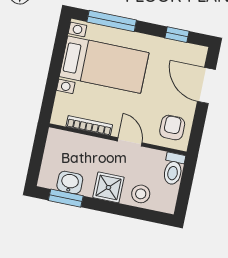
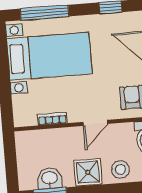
bookcase: (89, 126) -> (52, 119), width x0.64
door: (130, 142) -> (95, 123), swing flipped

